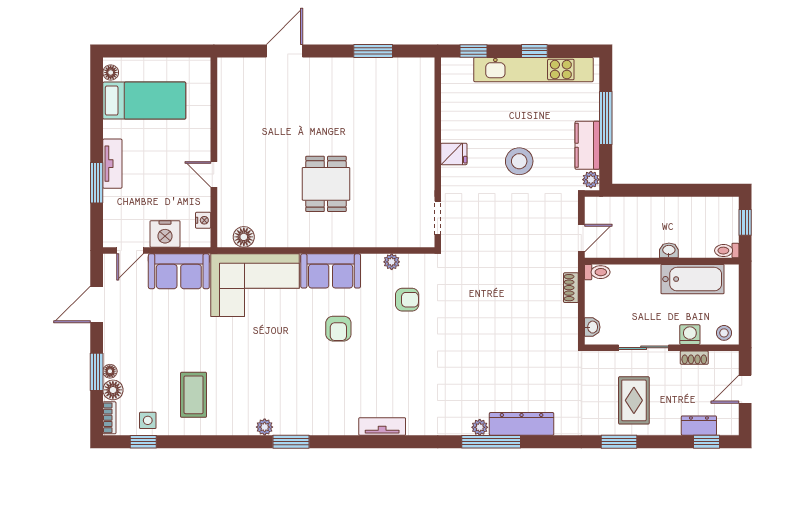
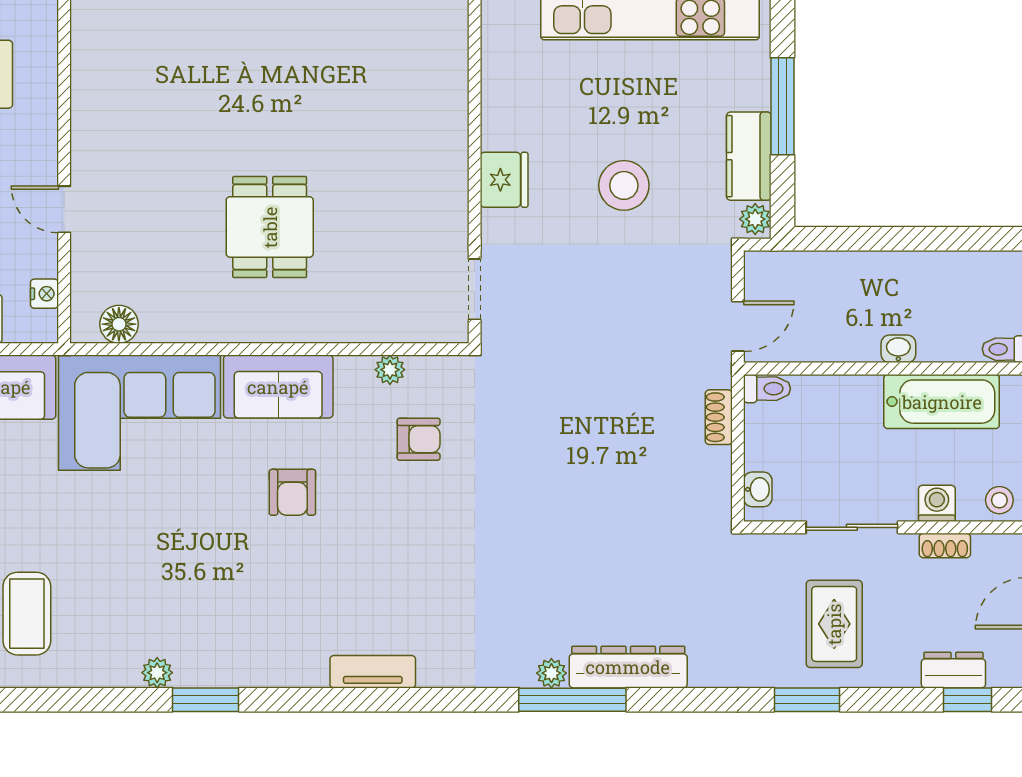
fridge: (454, 154) -> (504, 180), width x1.38

